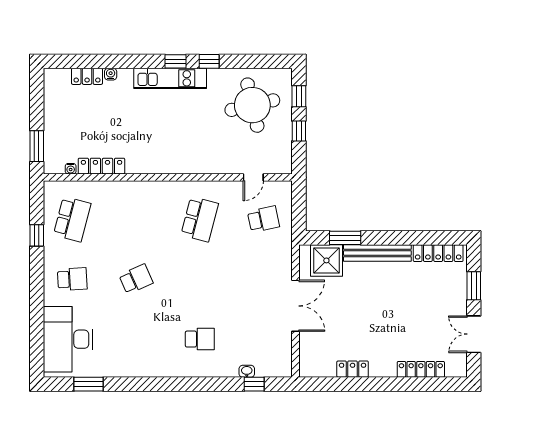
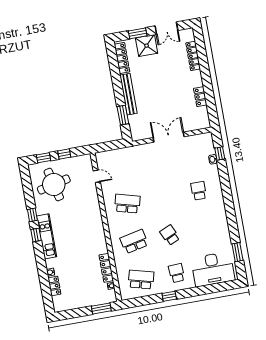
school desk: (263, 219) -> (134, 242), moved, width x1.85
window: (37, 235) -> (169, 296), moved
shower: (326, 260) -> (147, 46), moved

